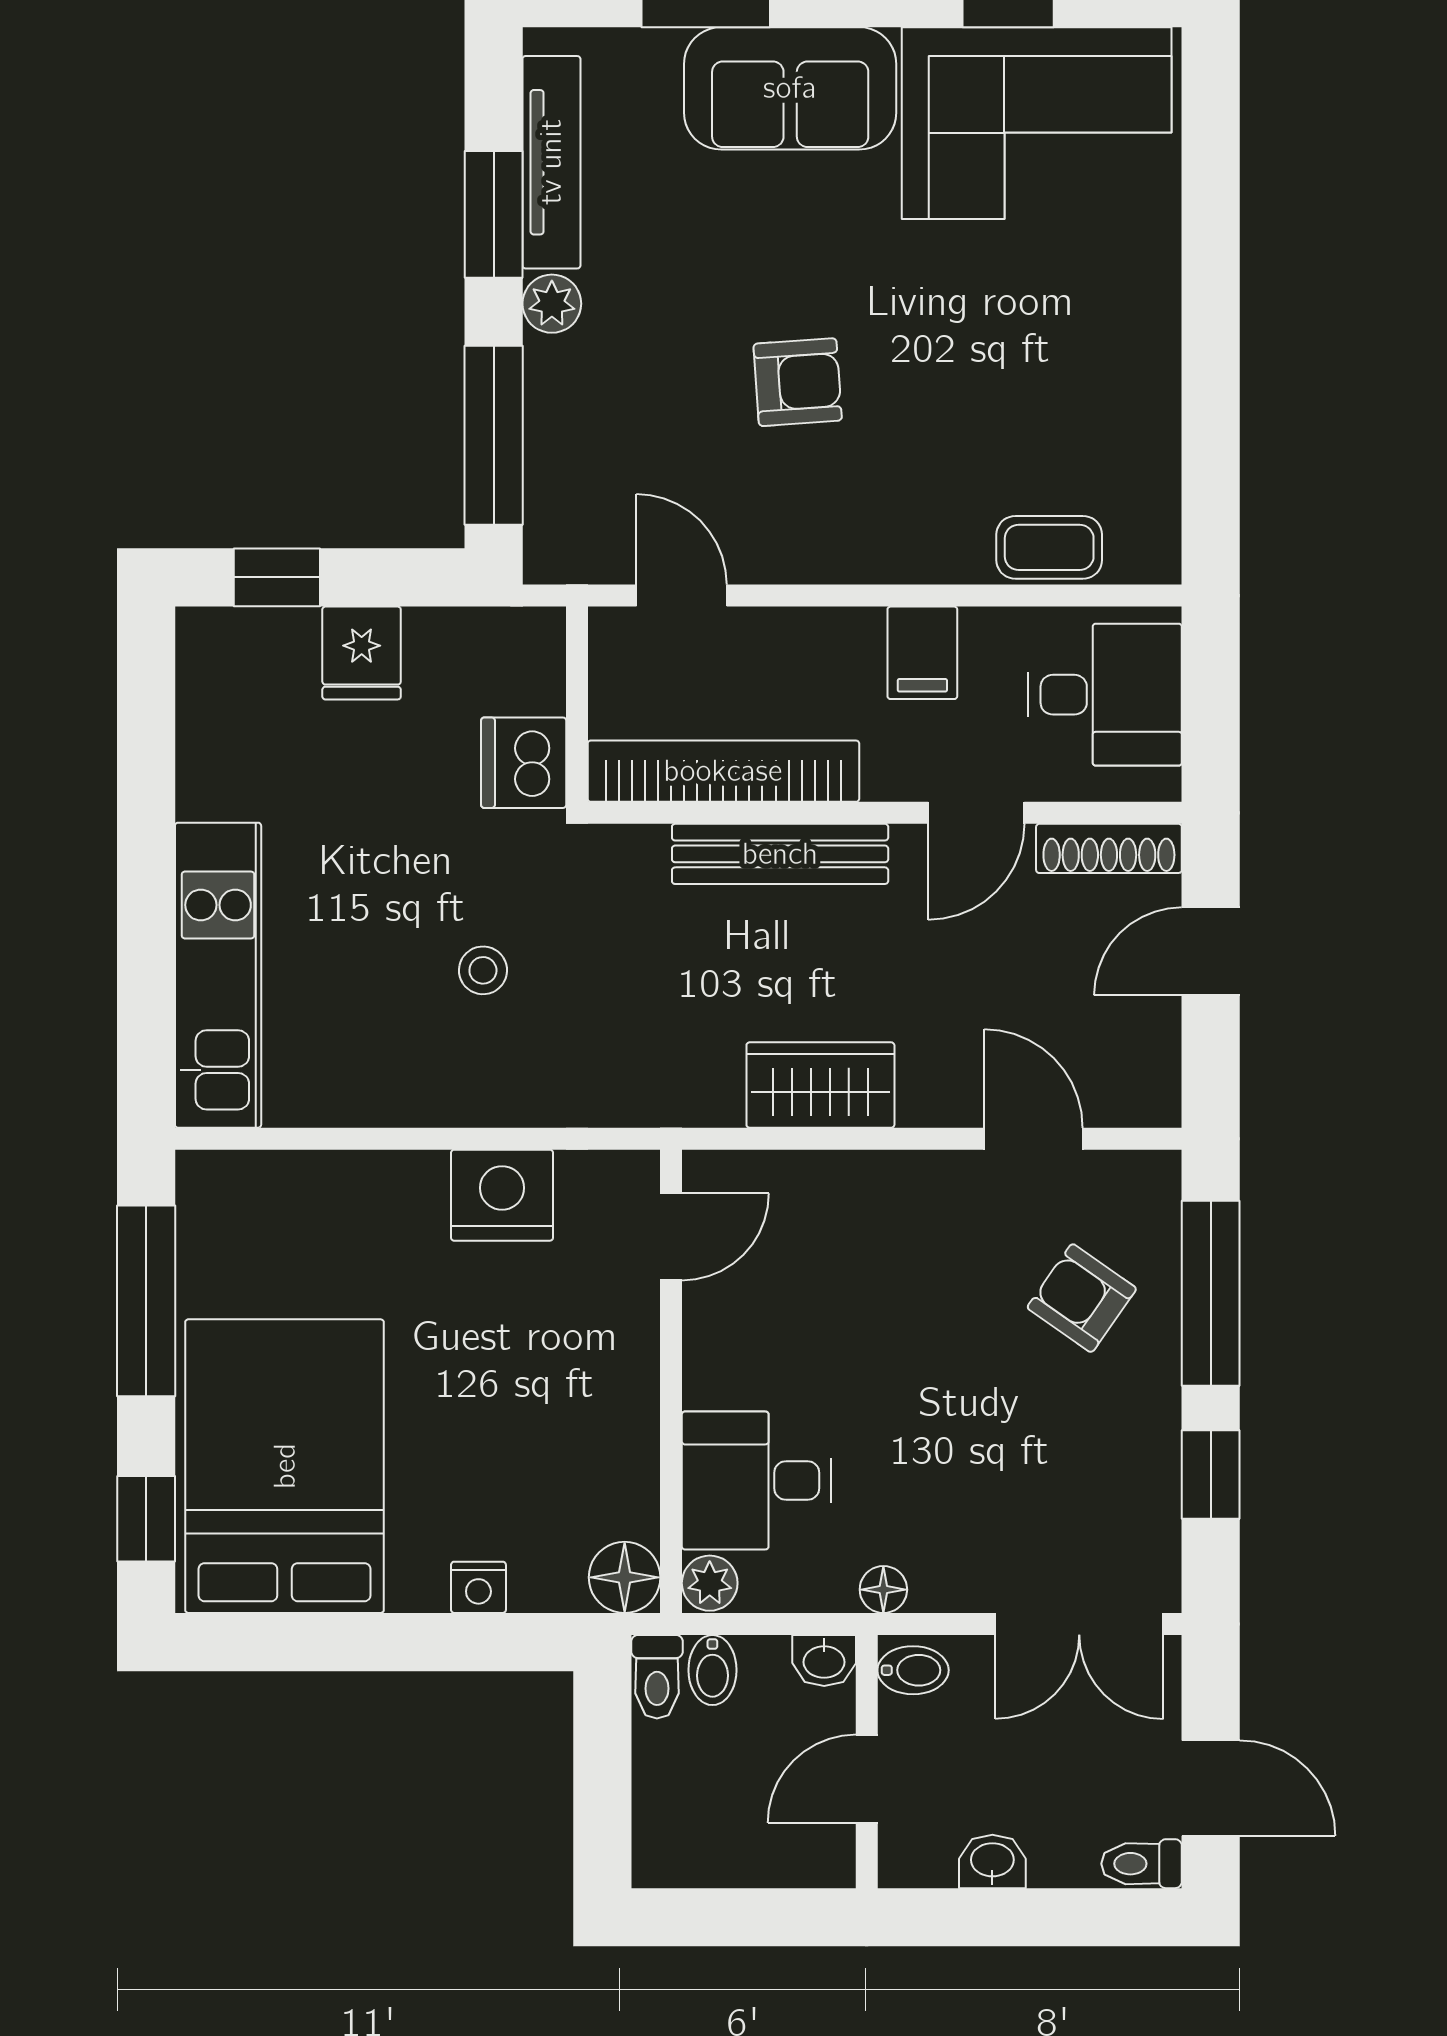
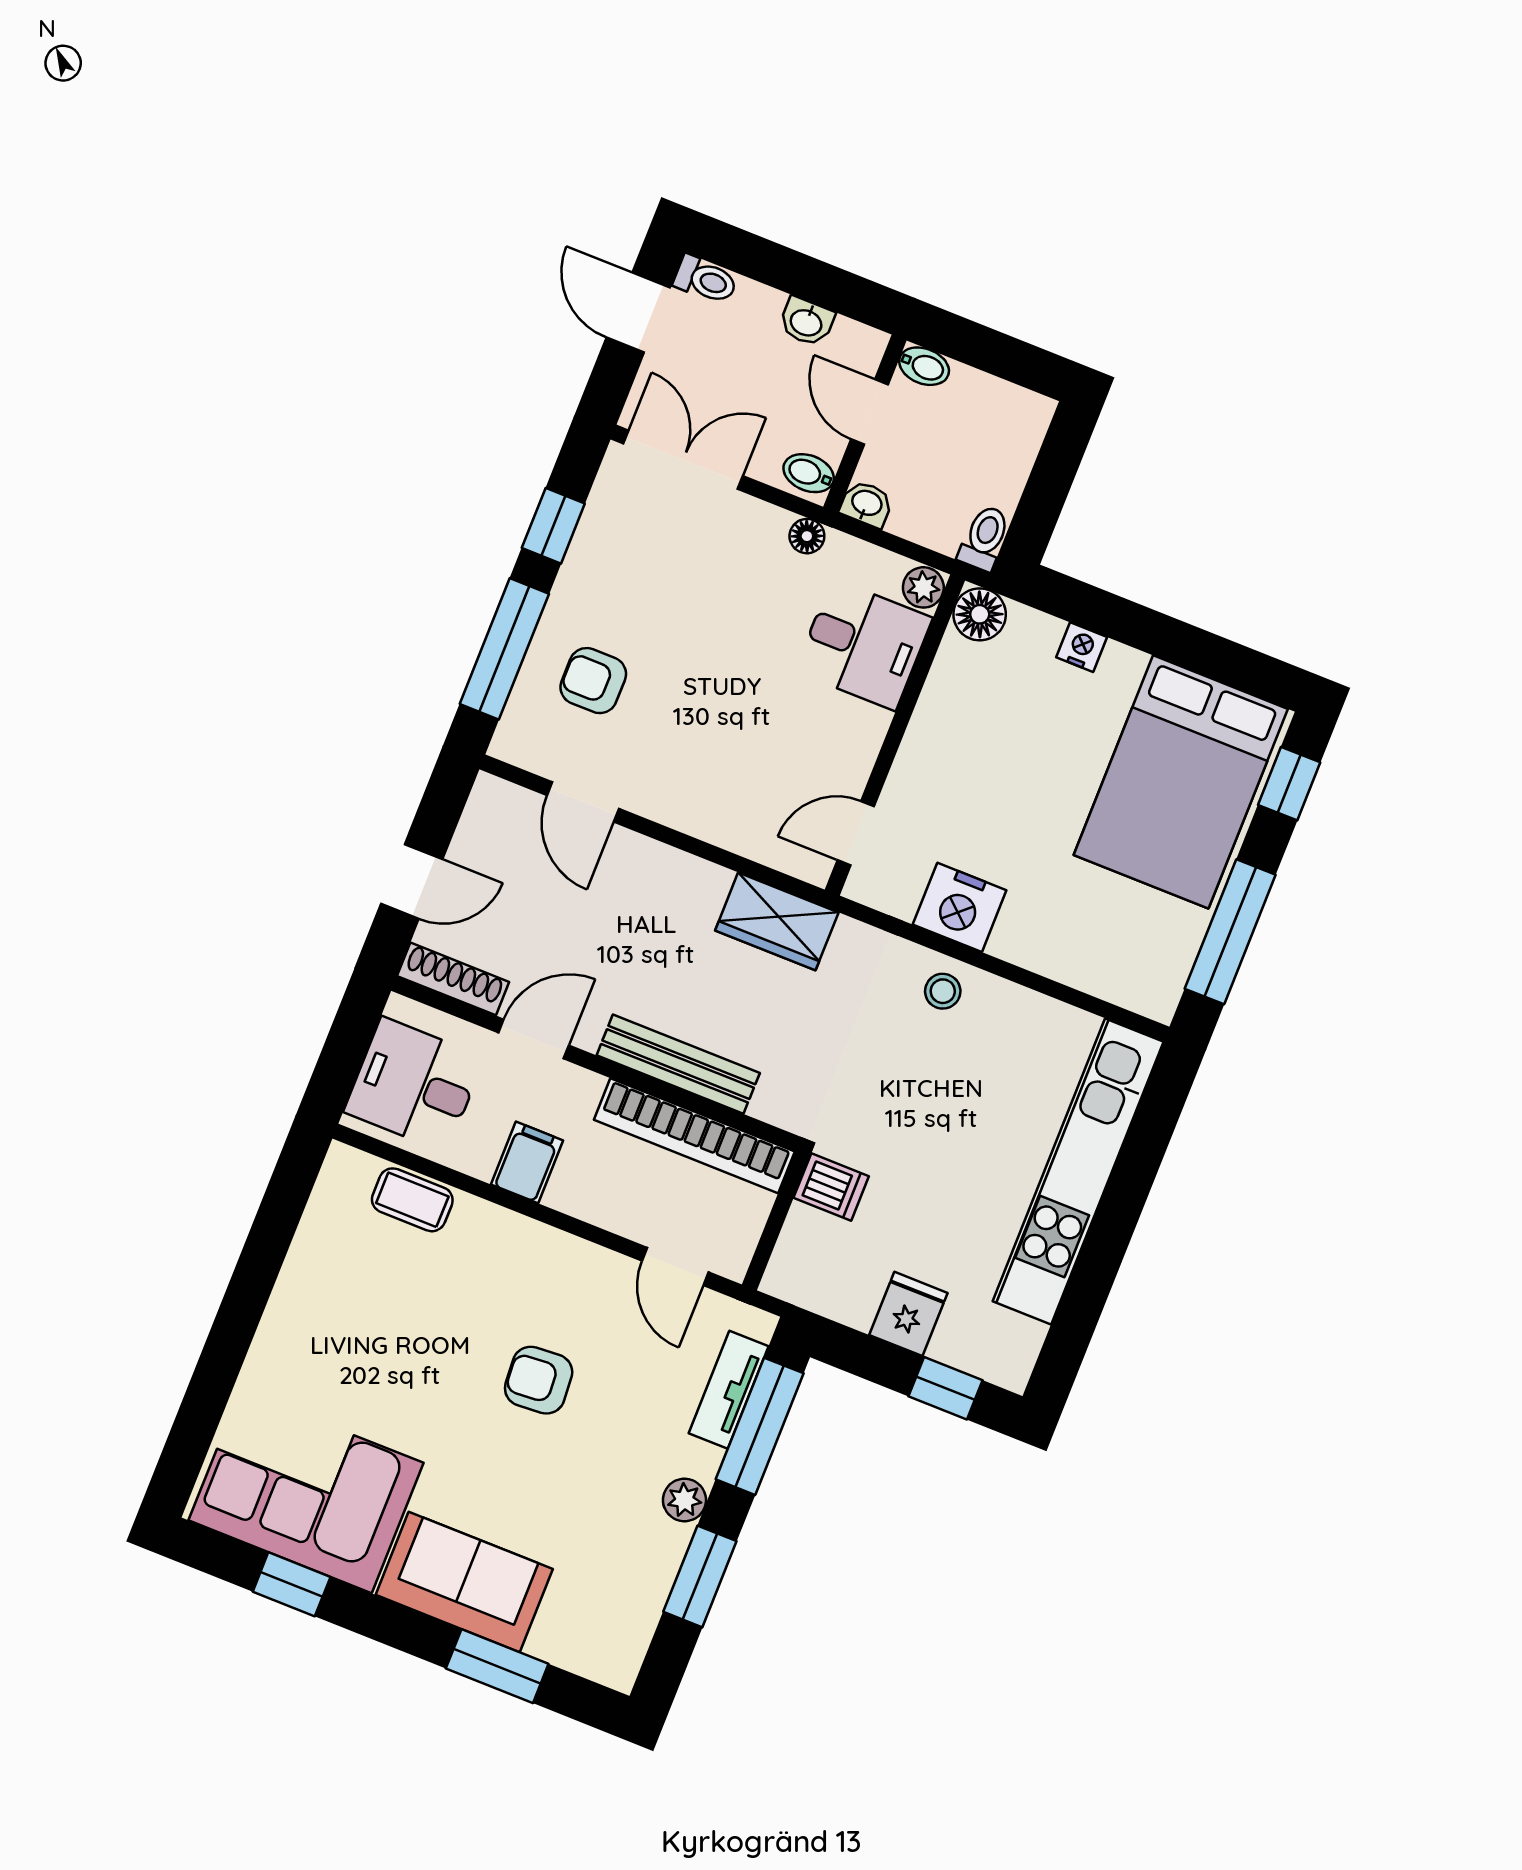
tv unit: (551, 162) -> (729, 1390), moved, width x0.71
dishwasher: (524, 763) -> (831, 1187), width x0.73
stool: (483, 970) -> (943, 991), moved
kitchen unit: (218, 975) -> (1078, 1171), width x1.36
wardrobe: (820, 1085) -> (777, 921), moved
armchair: (1082, 1298) -> (593, 681), turned 145
bidet: (712, 1670) -> (924, 366), moved, turned 90
door: (867, 1779) -> (870, 412), swing flipped

